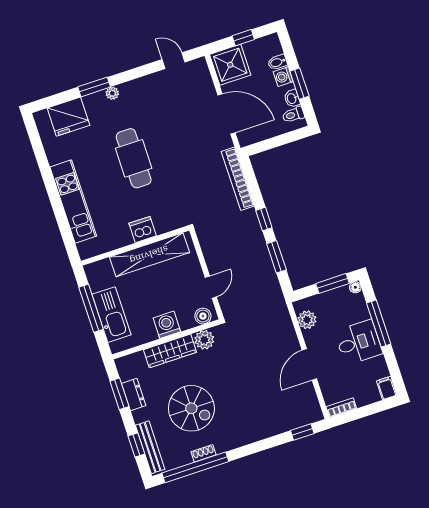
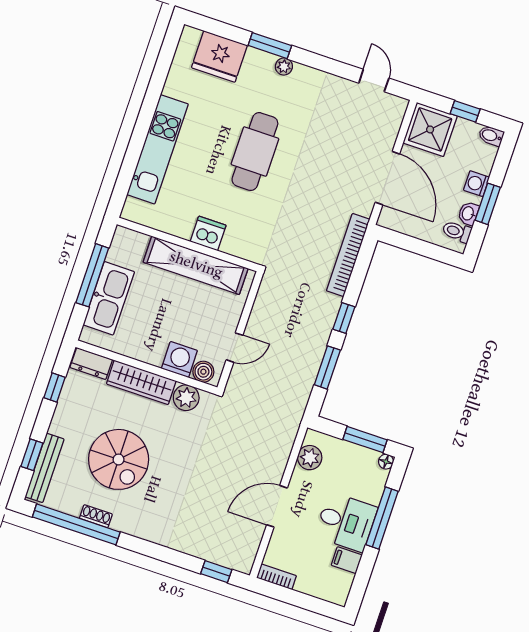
bidet: (277, 62) -> (491, 136), moved
washing machine: (167, 325) -> (179, 359), moved
filing cabinet: (387, 388) -> (347, 560), moved, turned -90
window: (119, 394) -> (54, 387), width x0.67
dresser: (134, 394) -> (91, 363), moved, turned 90

